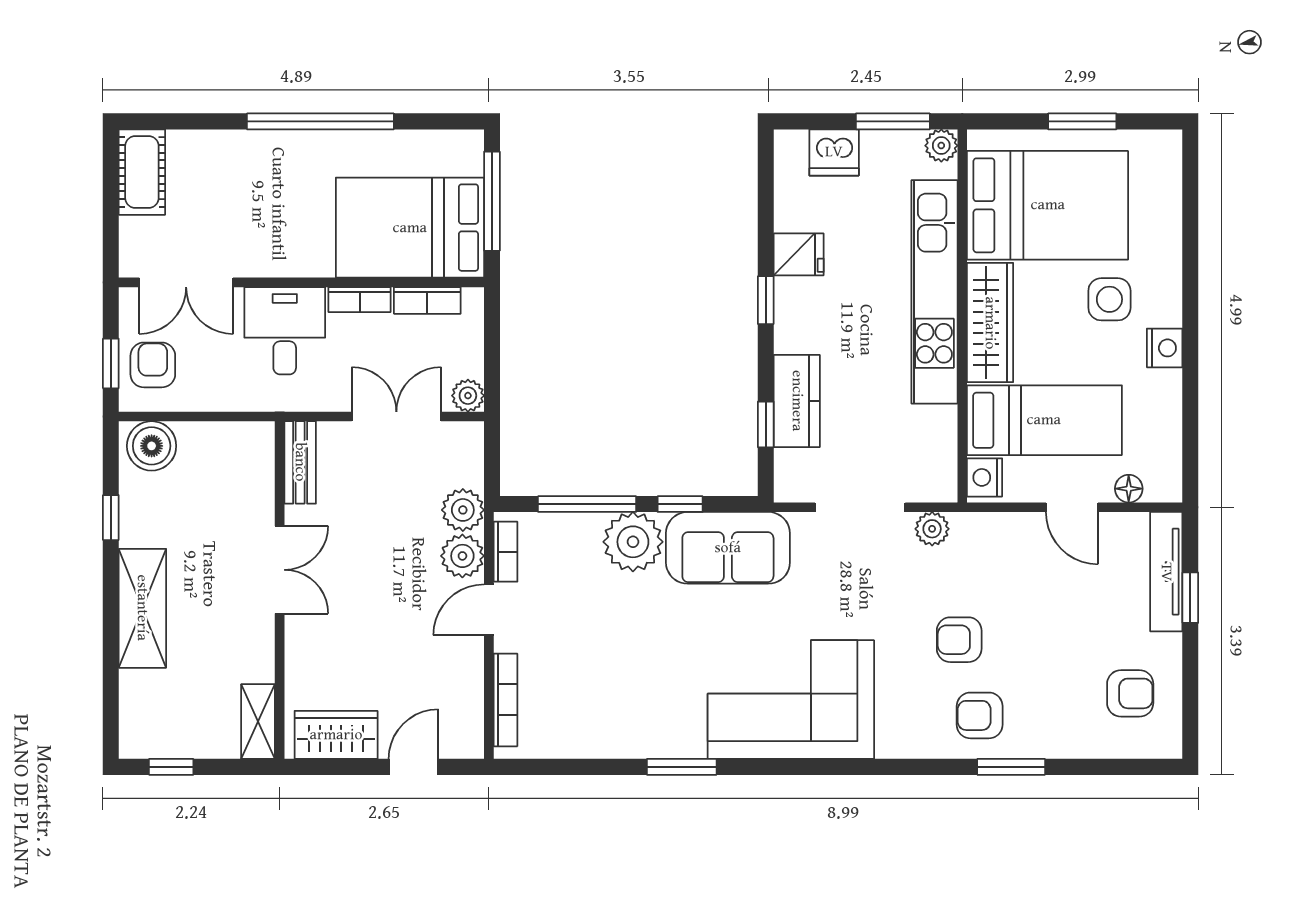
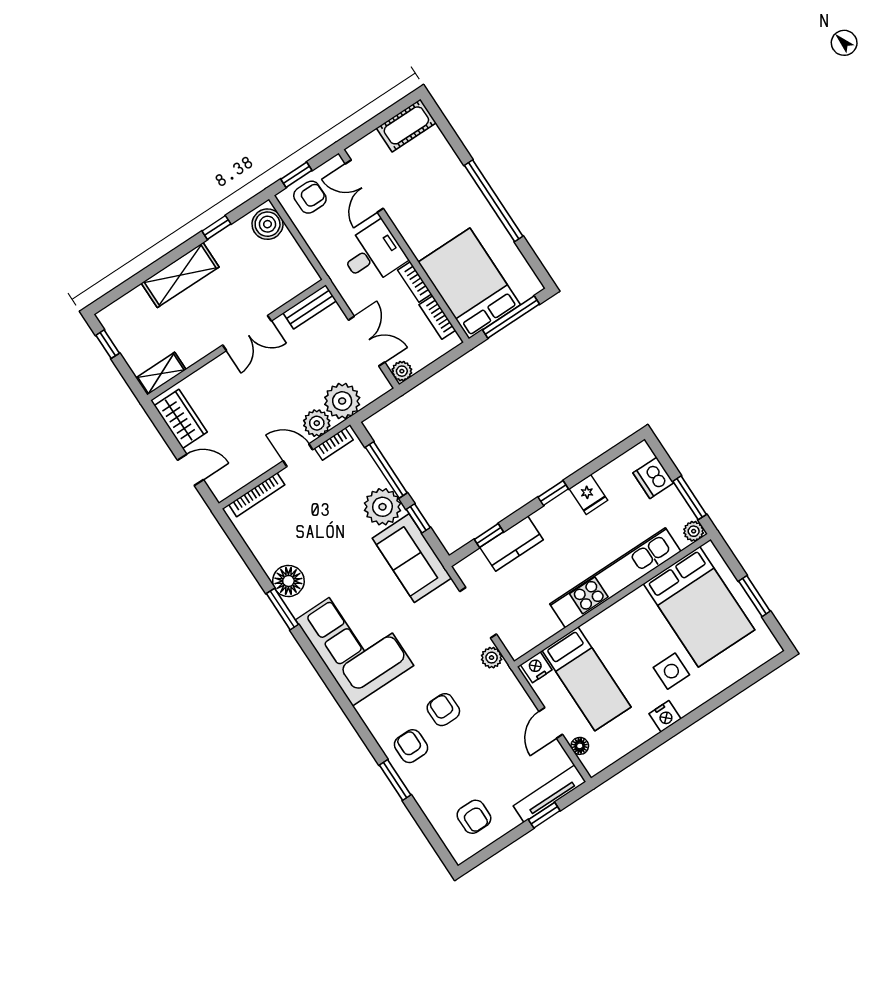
wardrobe: (990, 323) -> (618, 617), removed
plant: (463, 510) -> (342, 401), width x1.36, depth x1.36
floor lamp: (649, 734) -> (288, 581), added

